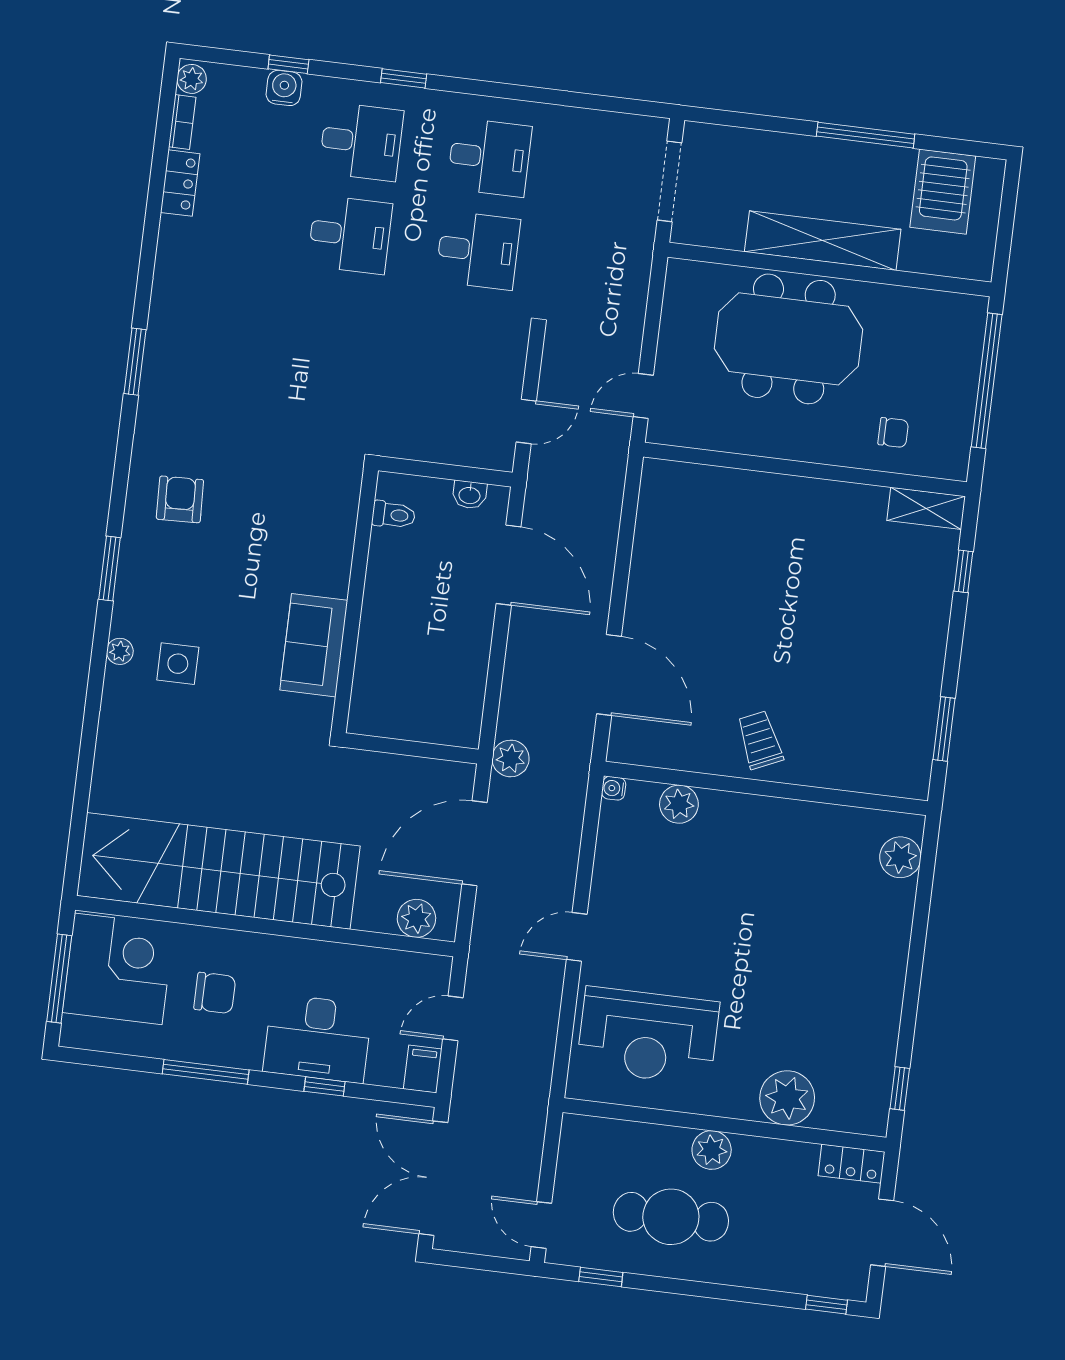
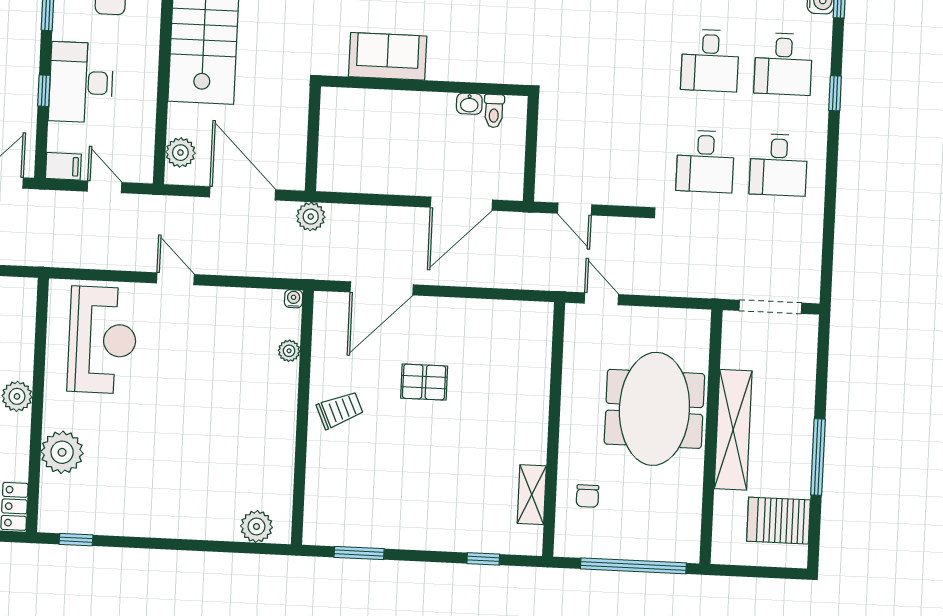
washbasin: (470, 495) -> (469, 104), moved, turned -90
shelving: (926, 508) -> (532, 495), moved
pallet: (732, 630) -> (424, 382), added
plant: (679, 804) -> (289, 351), width x0.73, depth x0.73
reception desk: (648, 1036) -> (102, 340), turned 180

